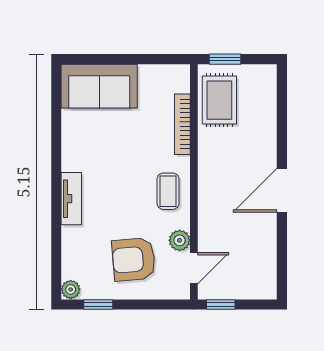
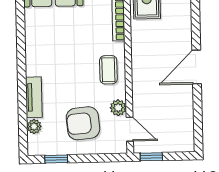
tv unit: (71, 199) -> (34, 97), moved
door: (194, 268) -> (130, 129), hinge flipped
plant: (71, 289) -> (34, 126), moved

